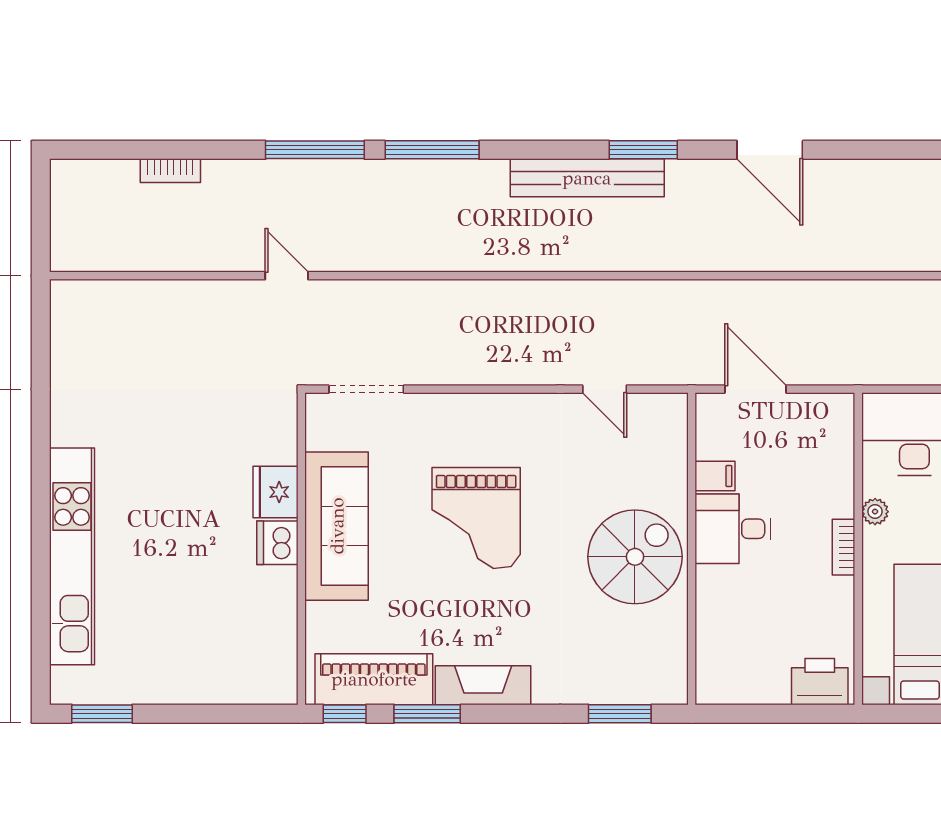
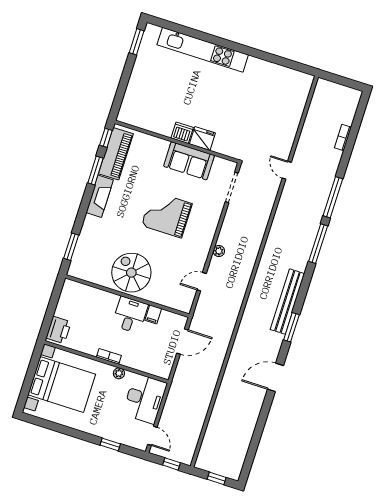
door: (287, 276) -> (287, 170), swing flipped
plant: (522, 372) -> (219, 251), added
sofa: (337, 526) -> (189, 161), width x0.73
spiral stairs: (635, 557) -> (131, 273), turned 180

